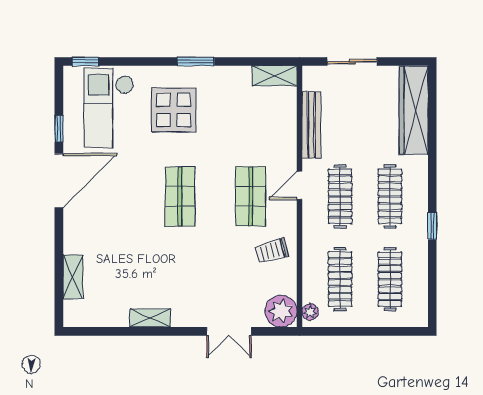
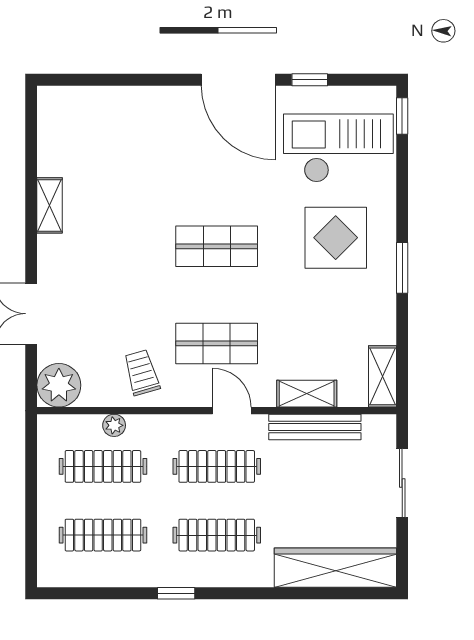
shelving: (73, 277) -> (307, 394), moved
plant: (310, 312) -> (114, 425), moved

